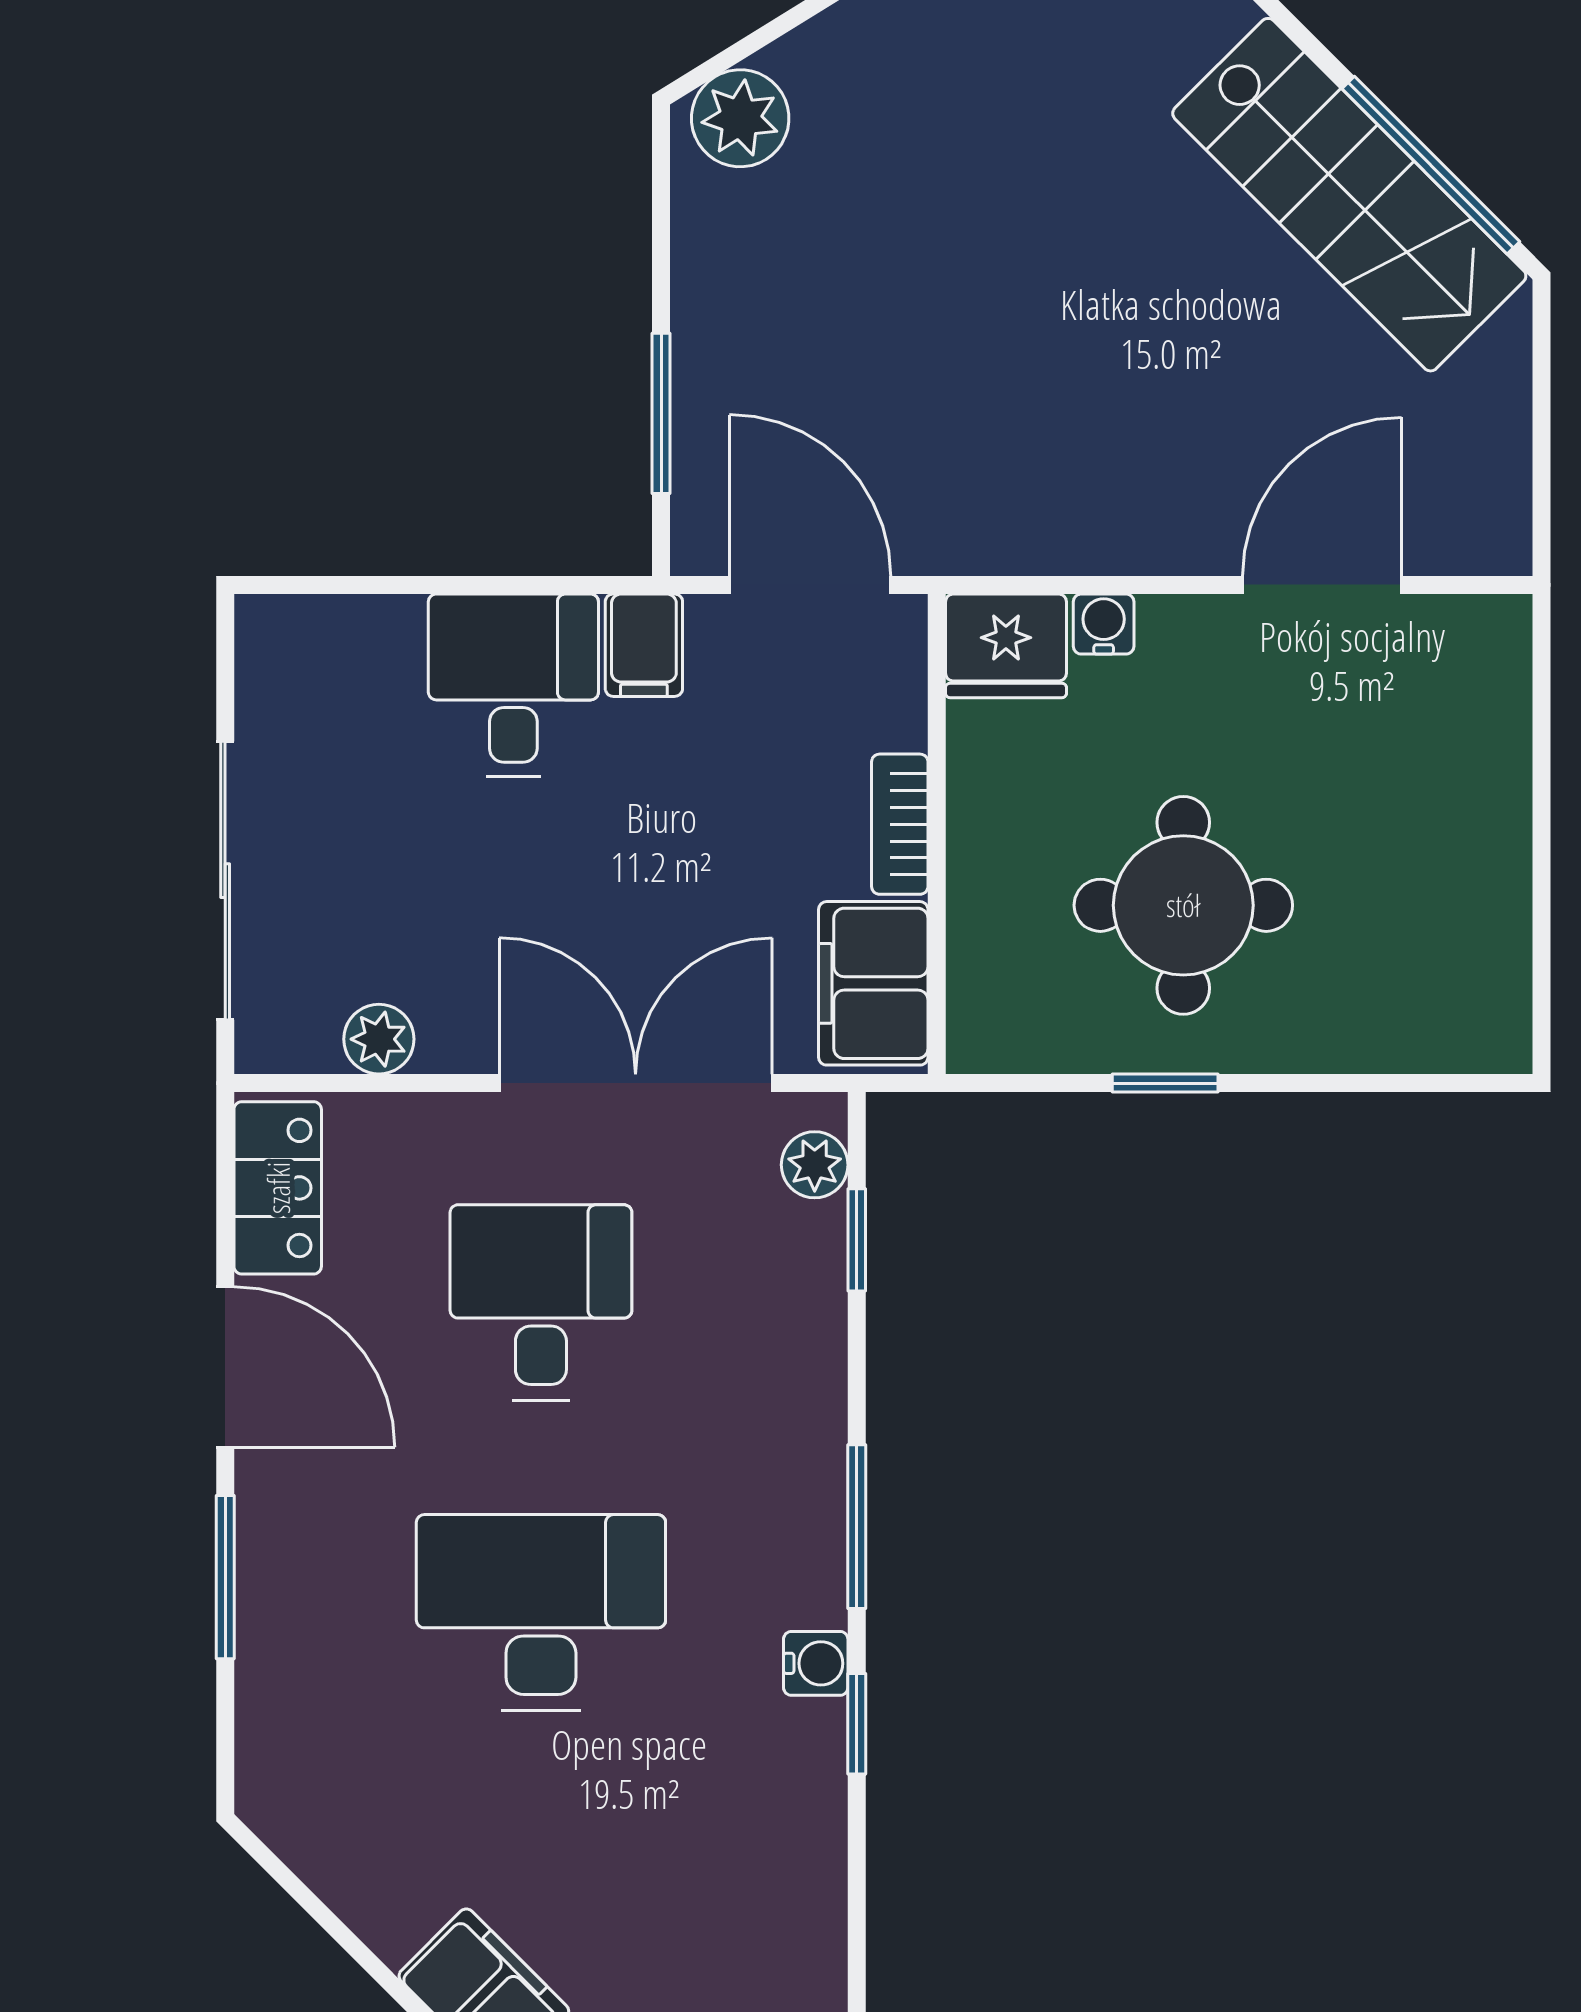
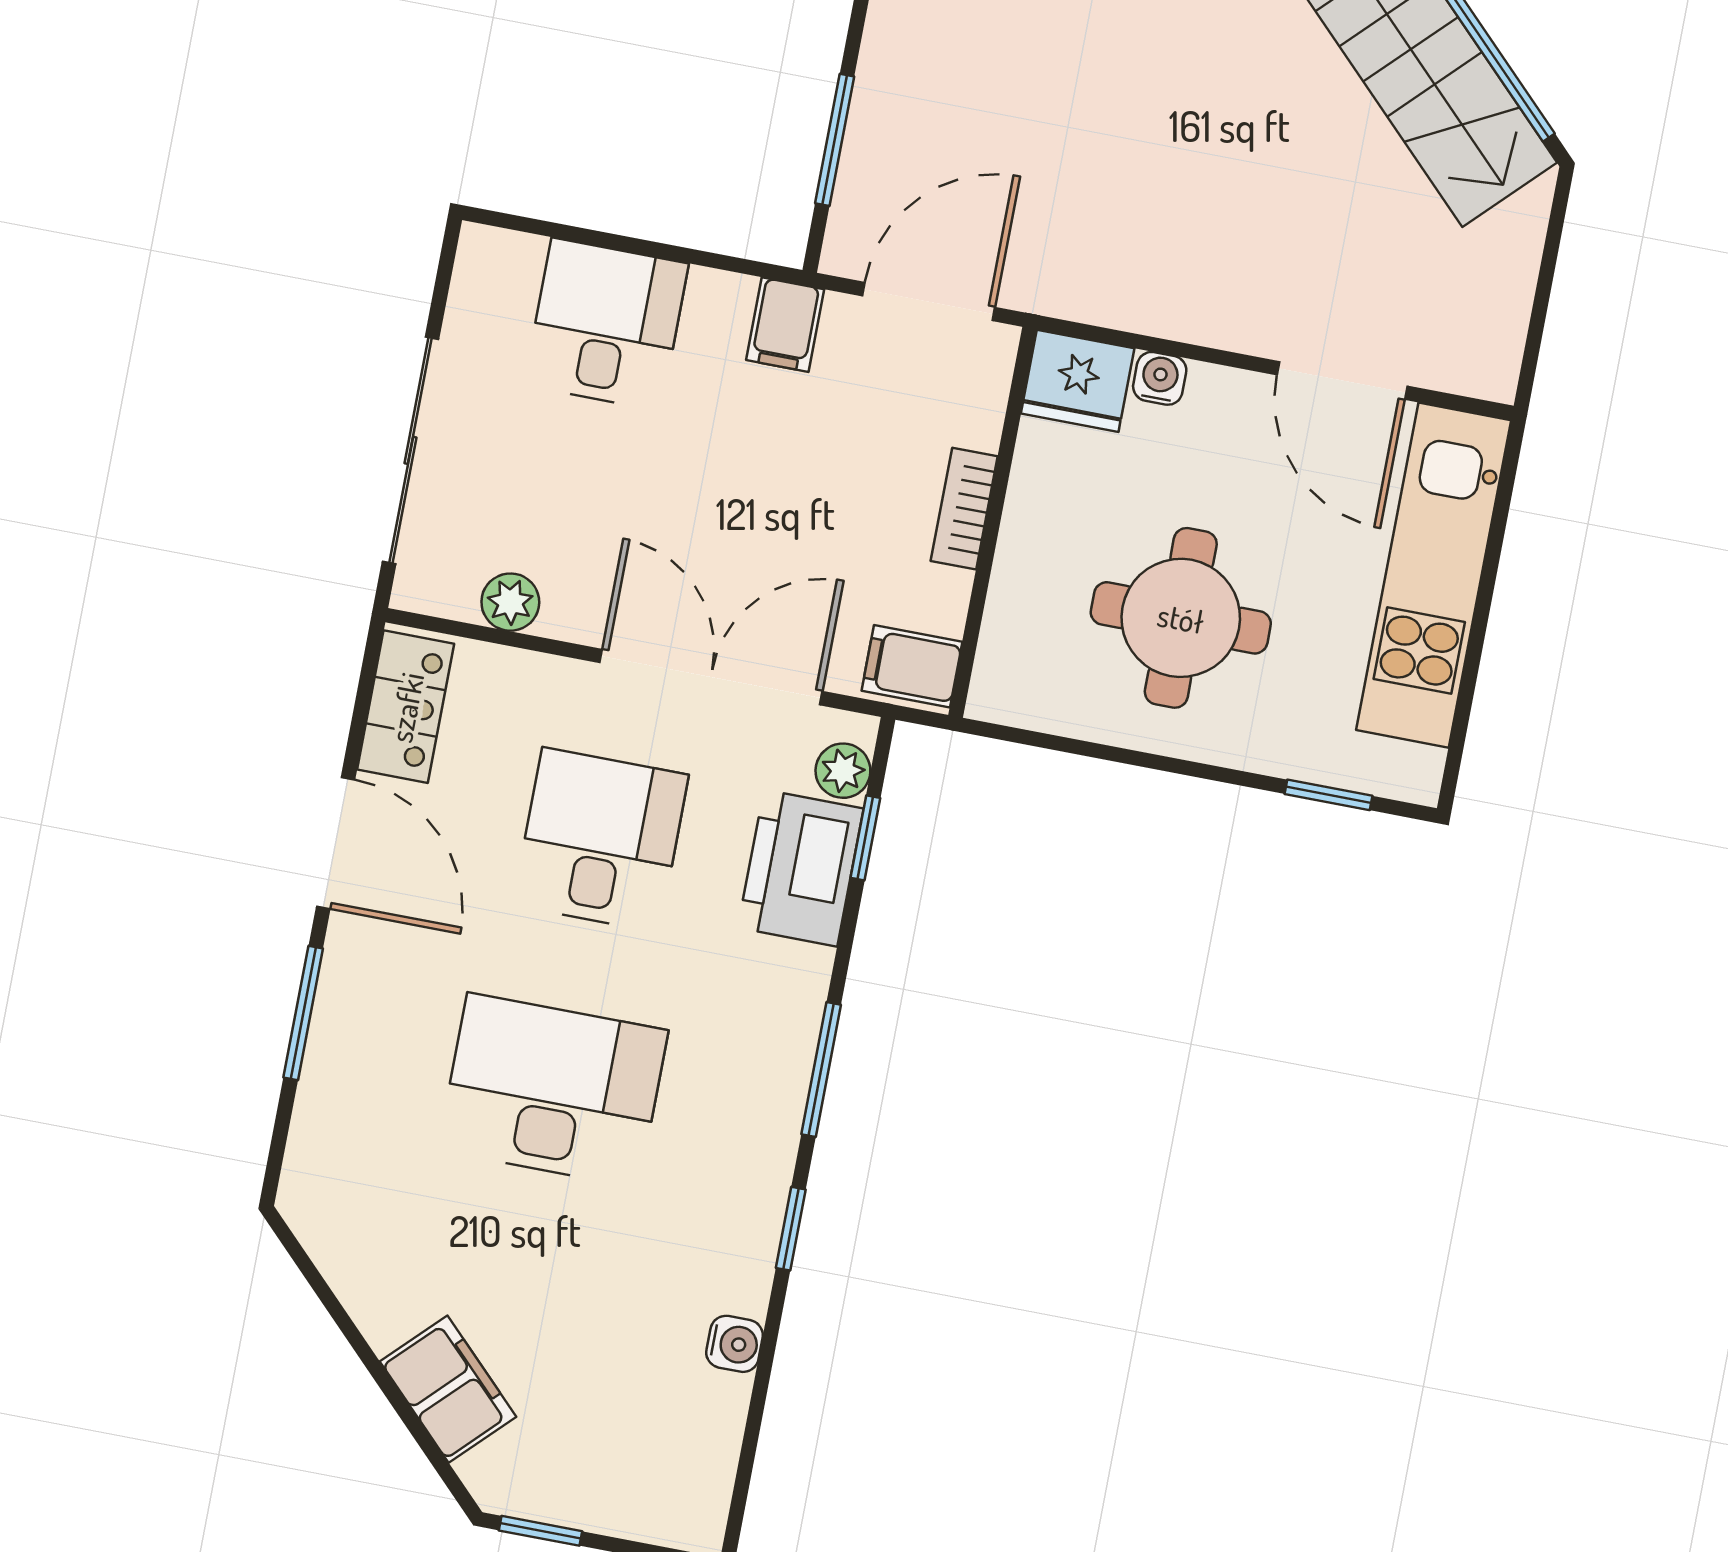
door: (810, 585) -> (929, 302), hinge flipped
door: (1322, 585) -> (1342, 380), swing flipped
desk: (513, 685) -> (606, 324), moved
kitchen unit: (1476, 797) -> (1434, 575), added
filing cabinet: (873, 983) -> (912, 666), width x0.50
window: (1165, 1083) -> (1328, 795), moved
printer: (786, 1291) -> (801, 868), added
water cooler: (816, 1663) -> (735, 1344), moved

